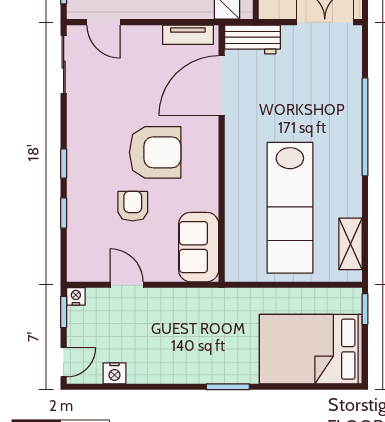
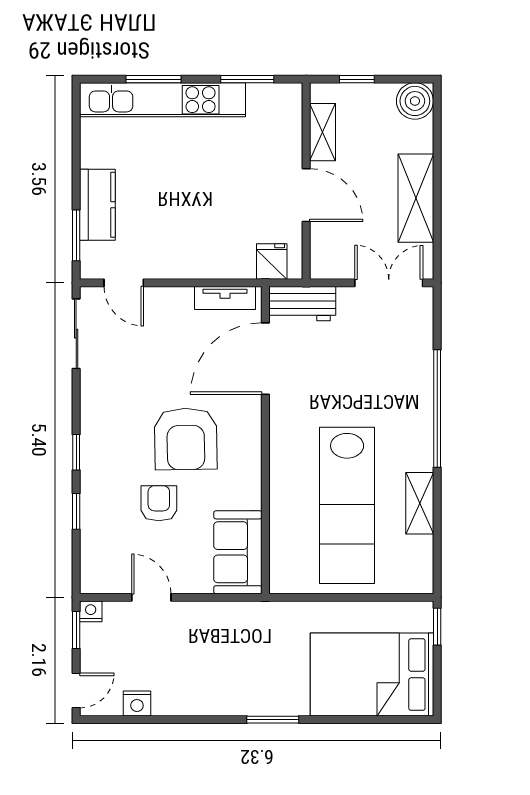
armchair: (155, 152) -> (186, 439), turned 89
shelving: (351, 244) -> (420, 503), moved

